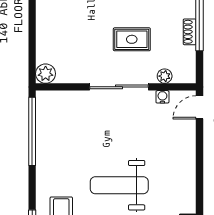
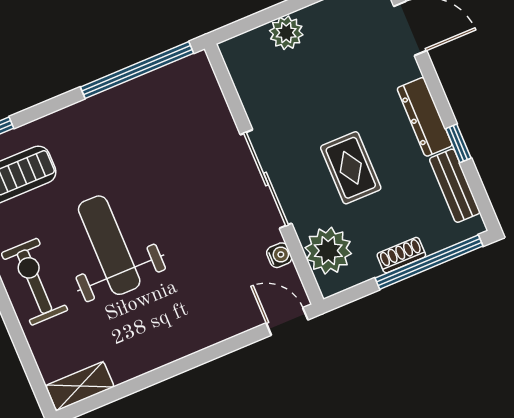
plant: (46, 74) -> (286, 33), moved
plant: (165, 76) -> (328, 251), width x1.87, depth x1.87

